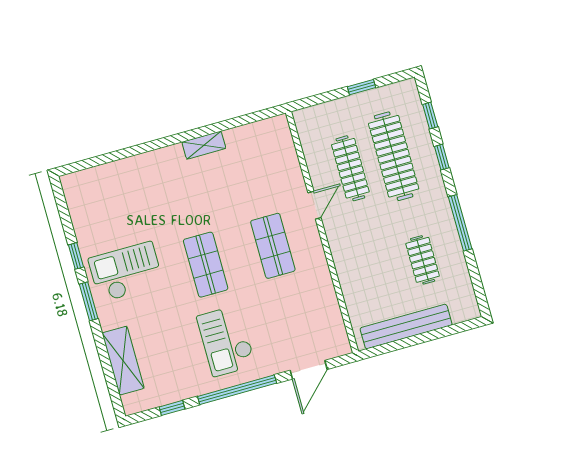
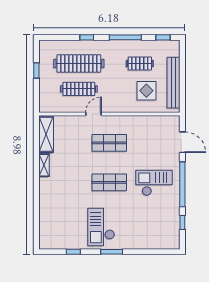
window: (430, 116) -> (163, 37), moved
door: (315, 205) -> (94, 114), hinge flipped
window: (76, 256) -> (73, 252), moved
display table: (379, 284) -> (146, 91), added
checkout: (226, 341) -> (154, 183), turned 180
shelving: (123, 361) -> (46, 134), moved, turned 90

